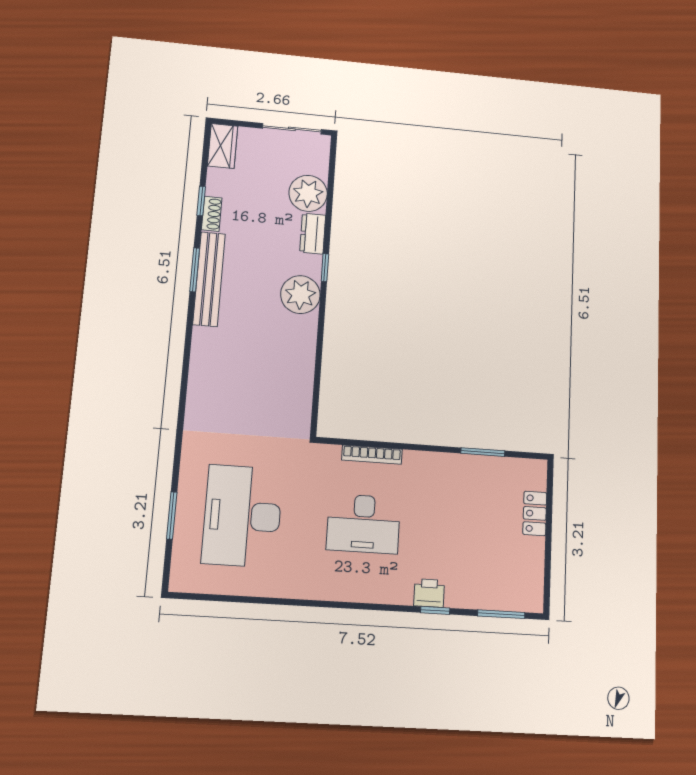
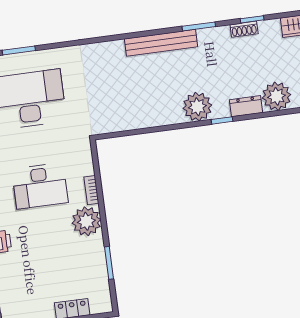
bench: (209, 279) -> (161, 43), moved
bookcase: (372, 455) -> (91, 190), width x0.64
plant: (423, 471) -> (86, 221), added
desk: (364, 524) -> (40, 186), turned -90

